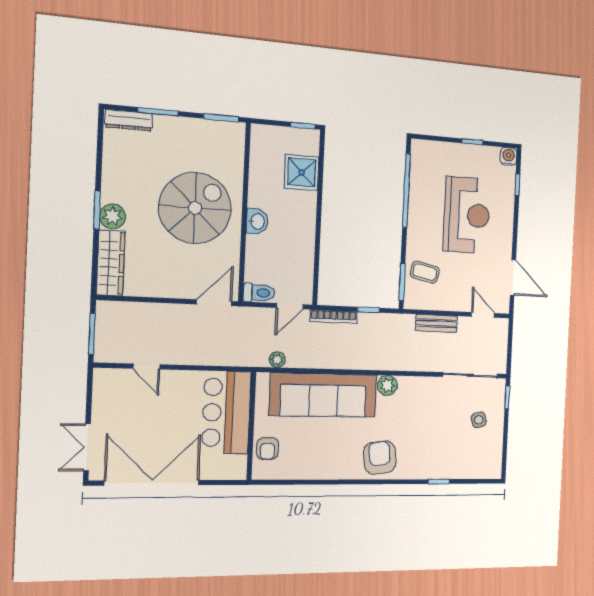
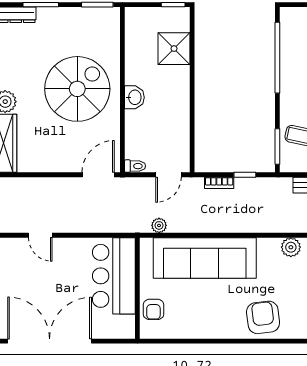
toilet: (259, 293) -> (135, 166), width x0.73, depth x0.72
bookcase: (334, 317) -> (219, 183), width x0.64
plant: (387, 385) -> (291, 247), moved

